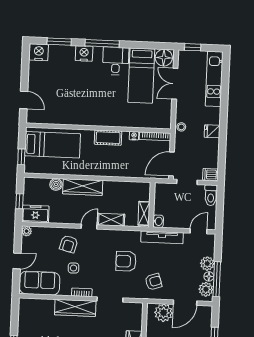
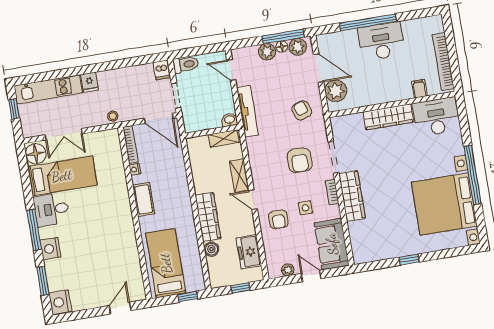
window: (193, 47) -> (14, 109), moved
fridge: (212, 131) -> (89, 82), moved
freezer: (35, 214) -> (249, 252), moved
plant: (27, 231) -> (288, 270), moved
armchair: (69, 244) -> (278, 219), turned 75
armchair: (126, 261) -> (300, 160), moved

